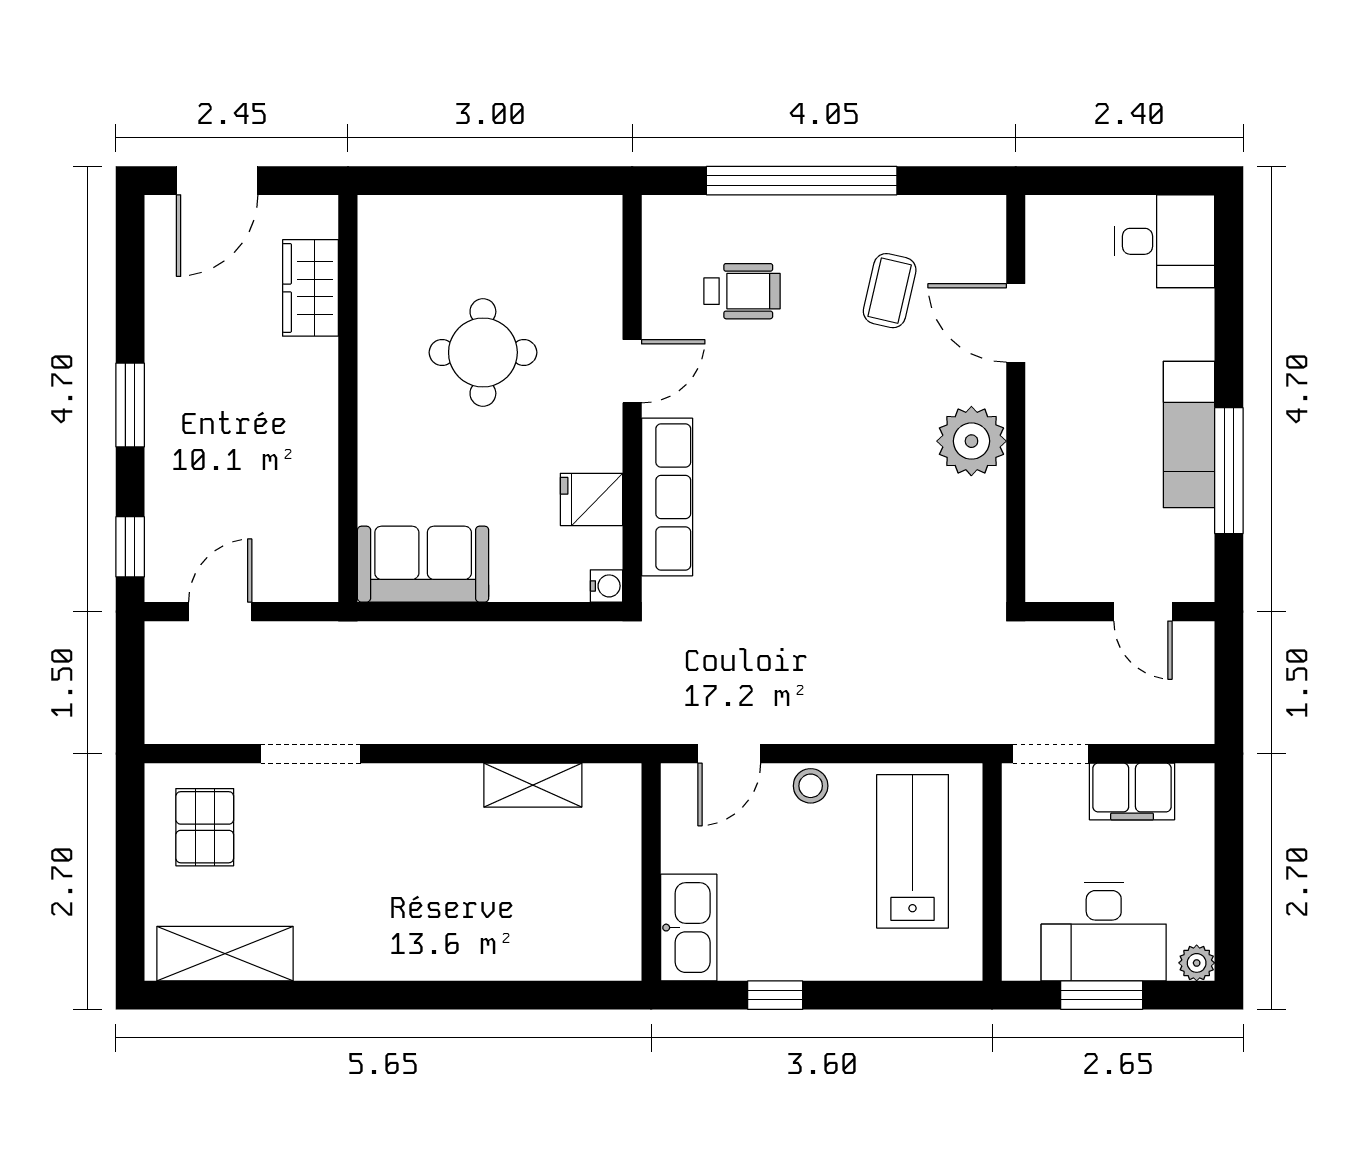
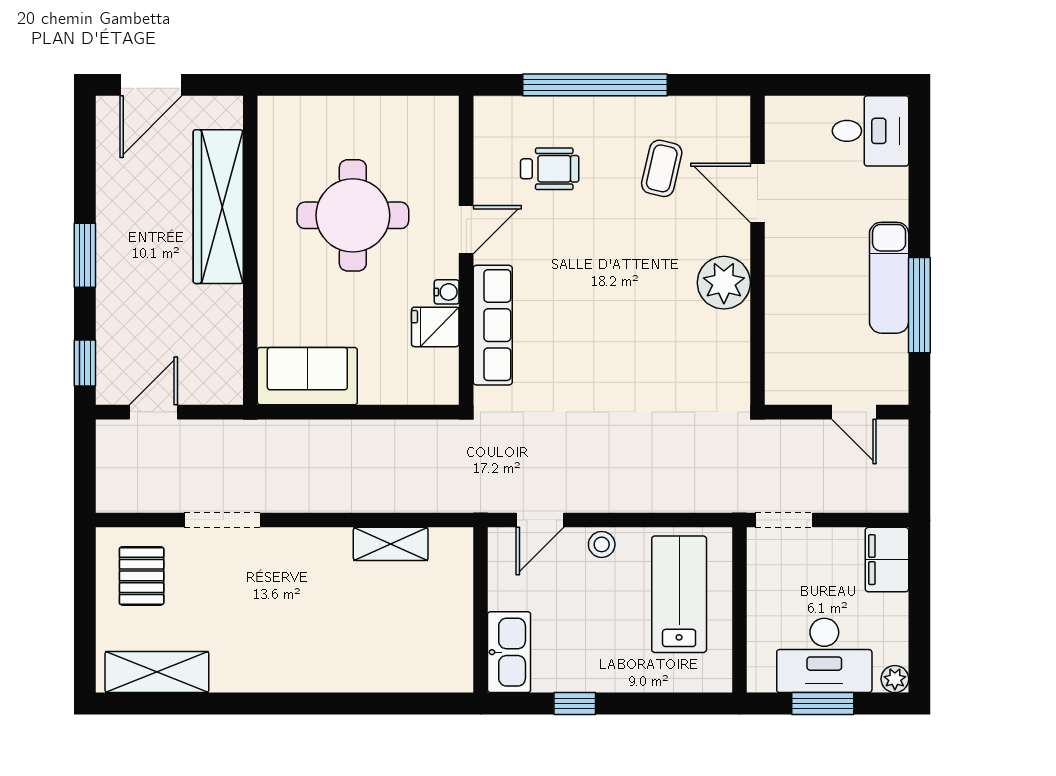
wardrobe: (311, 288) -> (218, 207), width x2.10, depth x1.17
round table: (483, 352) -> (353, 215), width x1.36, depth x1.36
water cooler: (606, 586) -> (447, 292), moved
filing cabinet: (1132, 791) -> (887, 560), moved, turned 90

